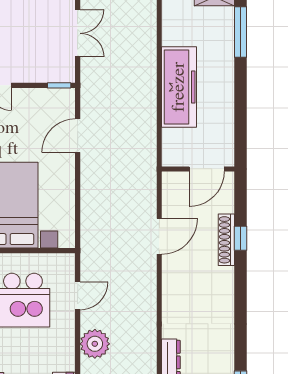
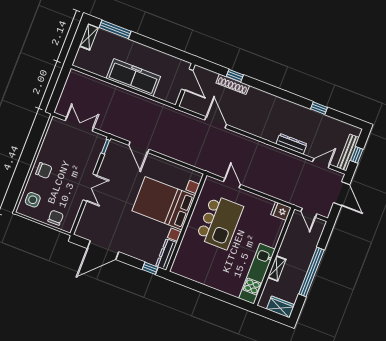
plant: (95, 344) -> (264, 184), removed

